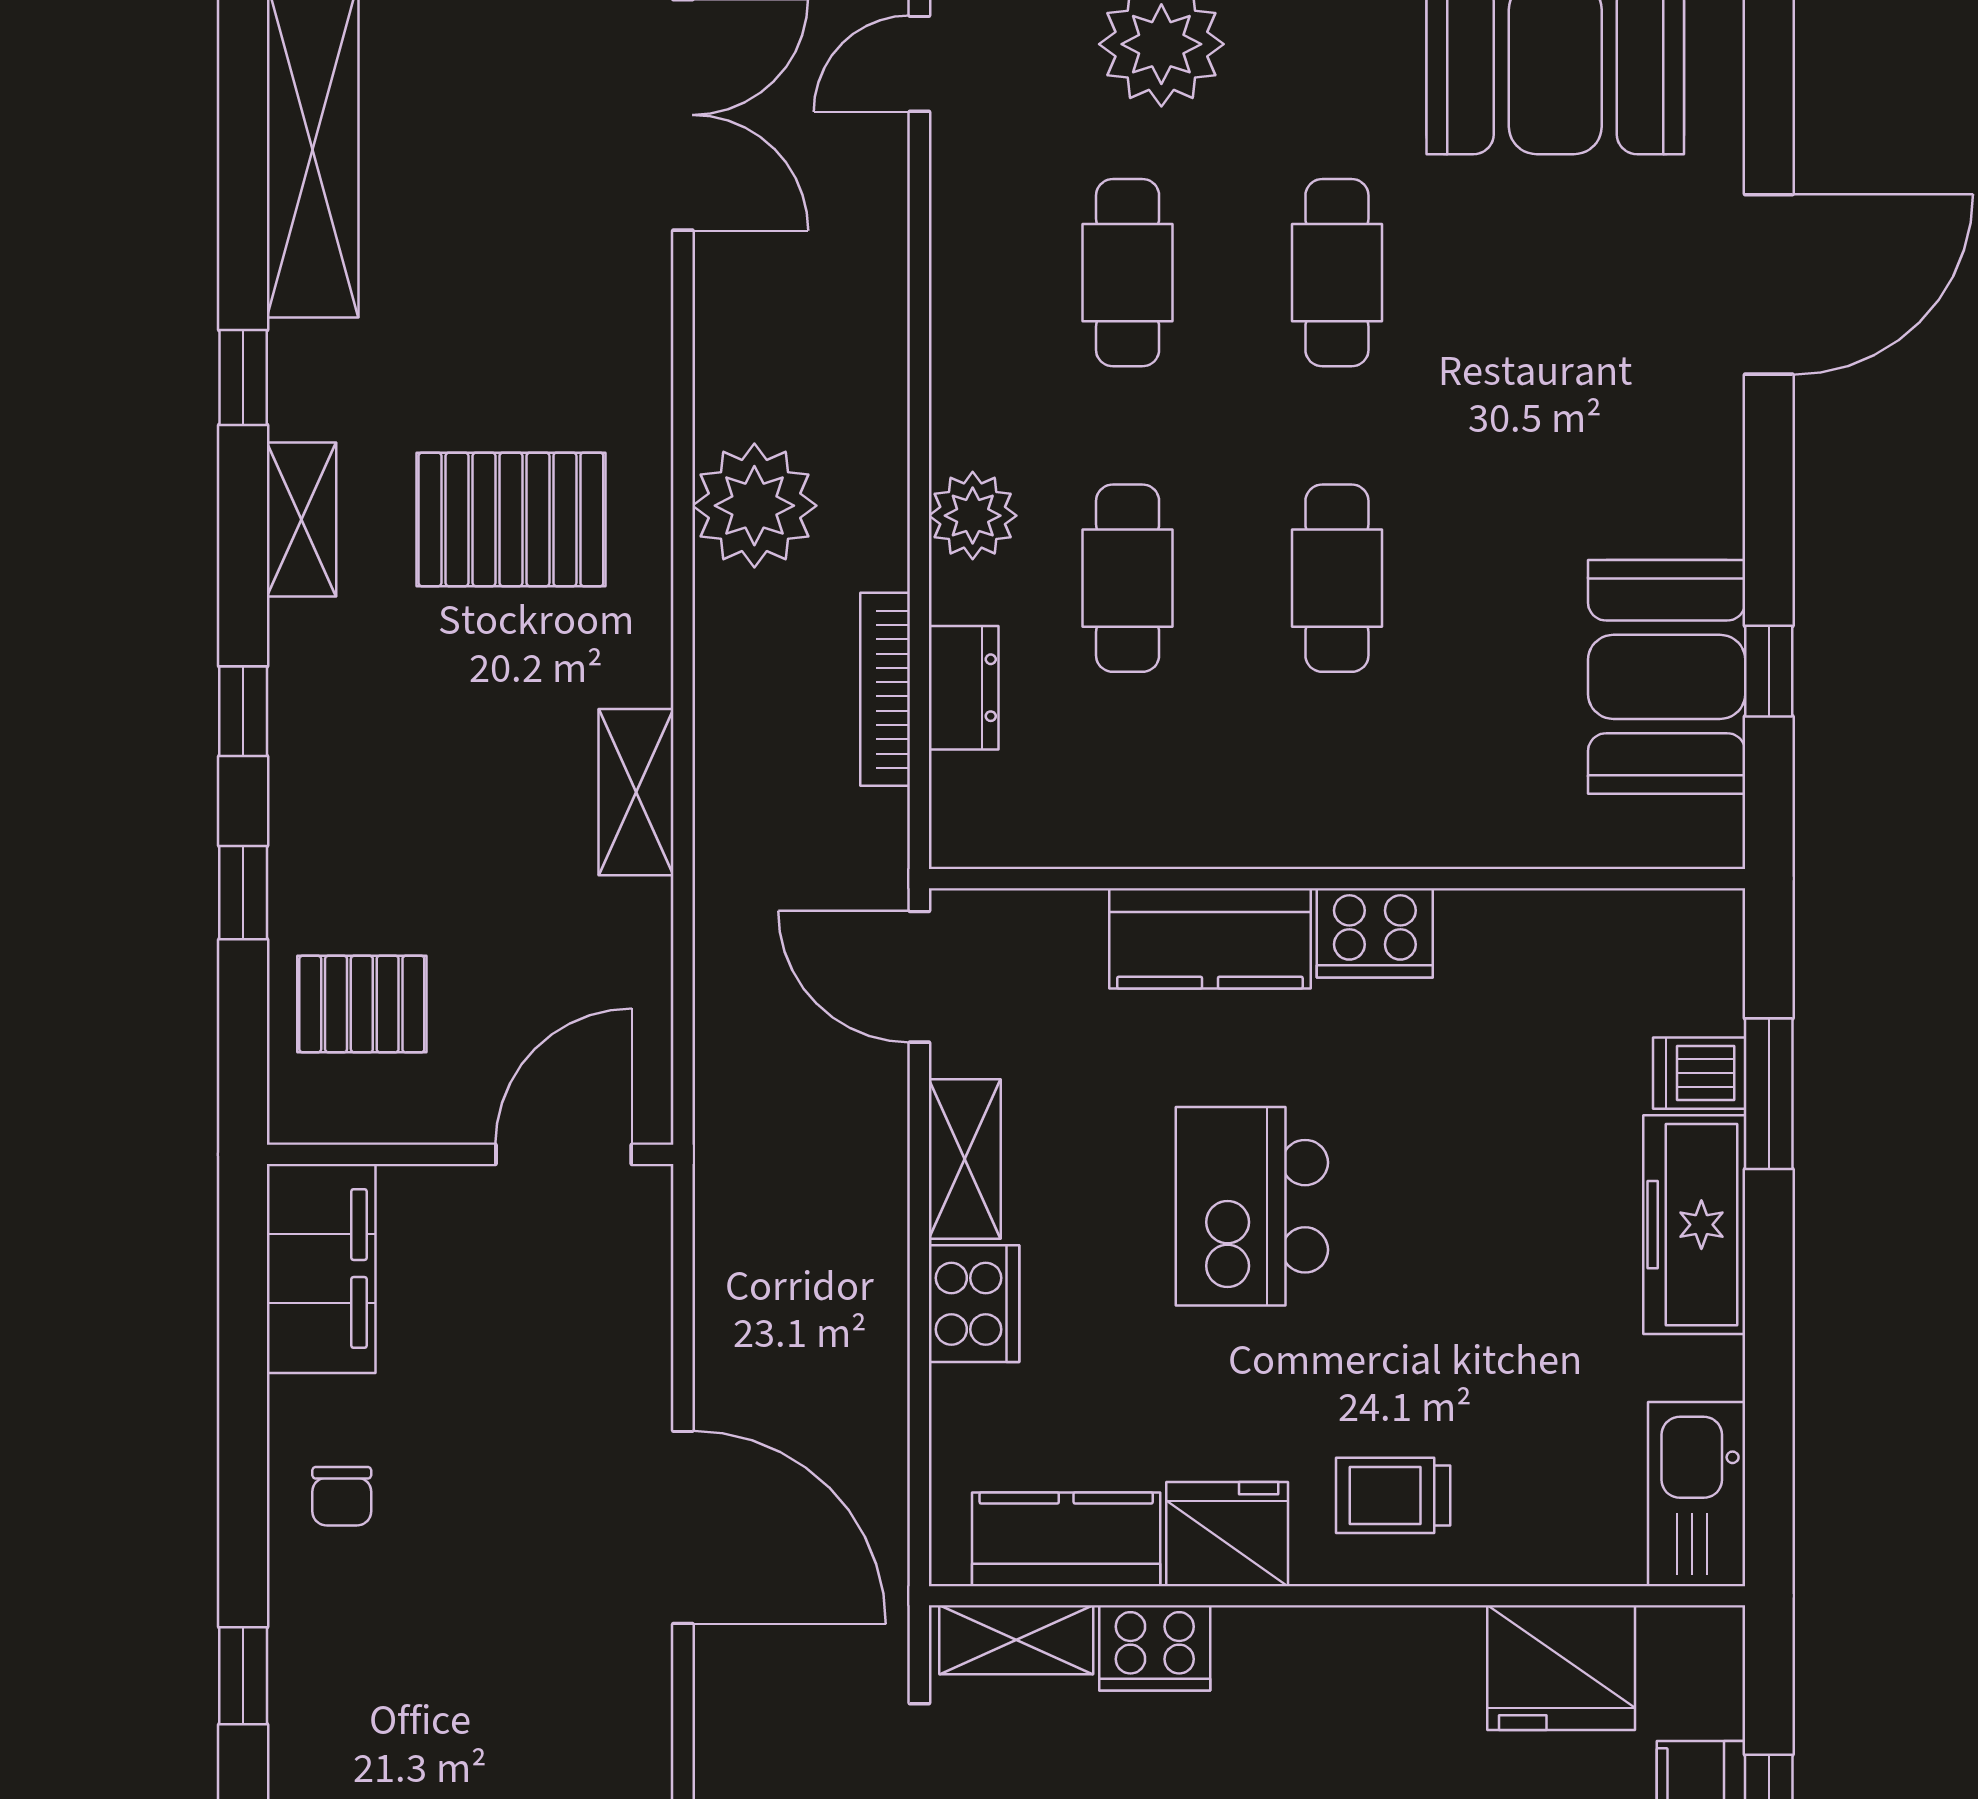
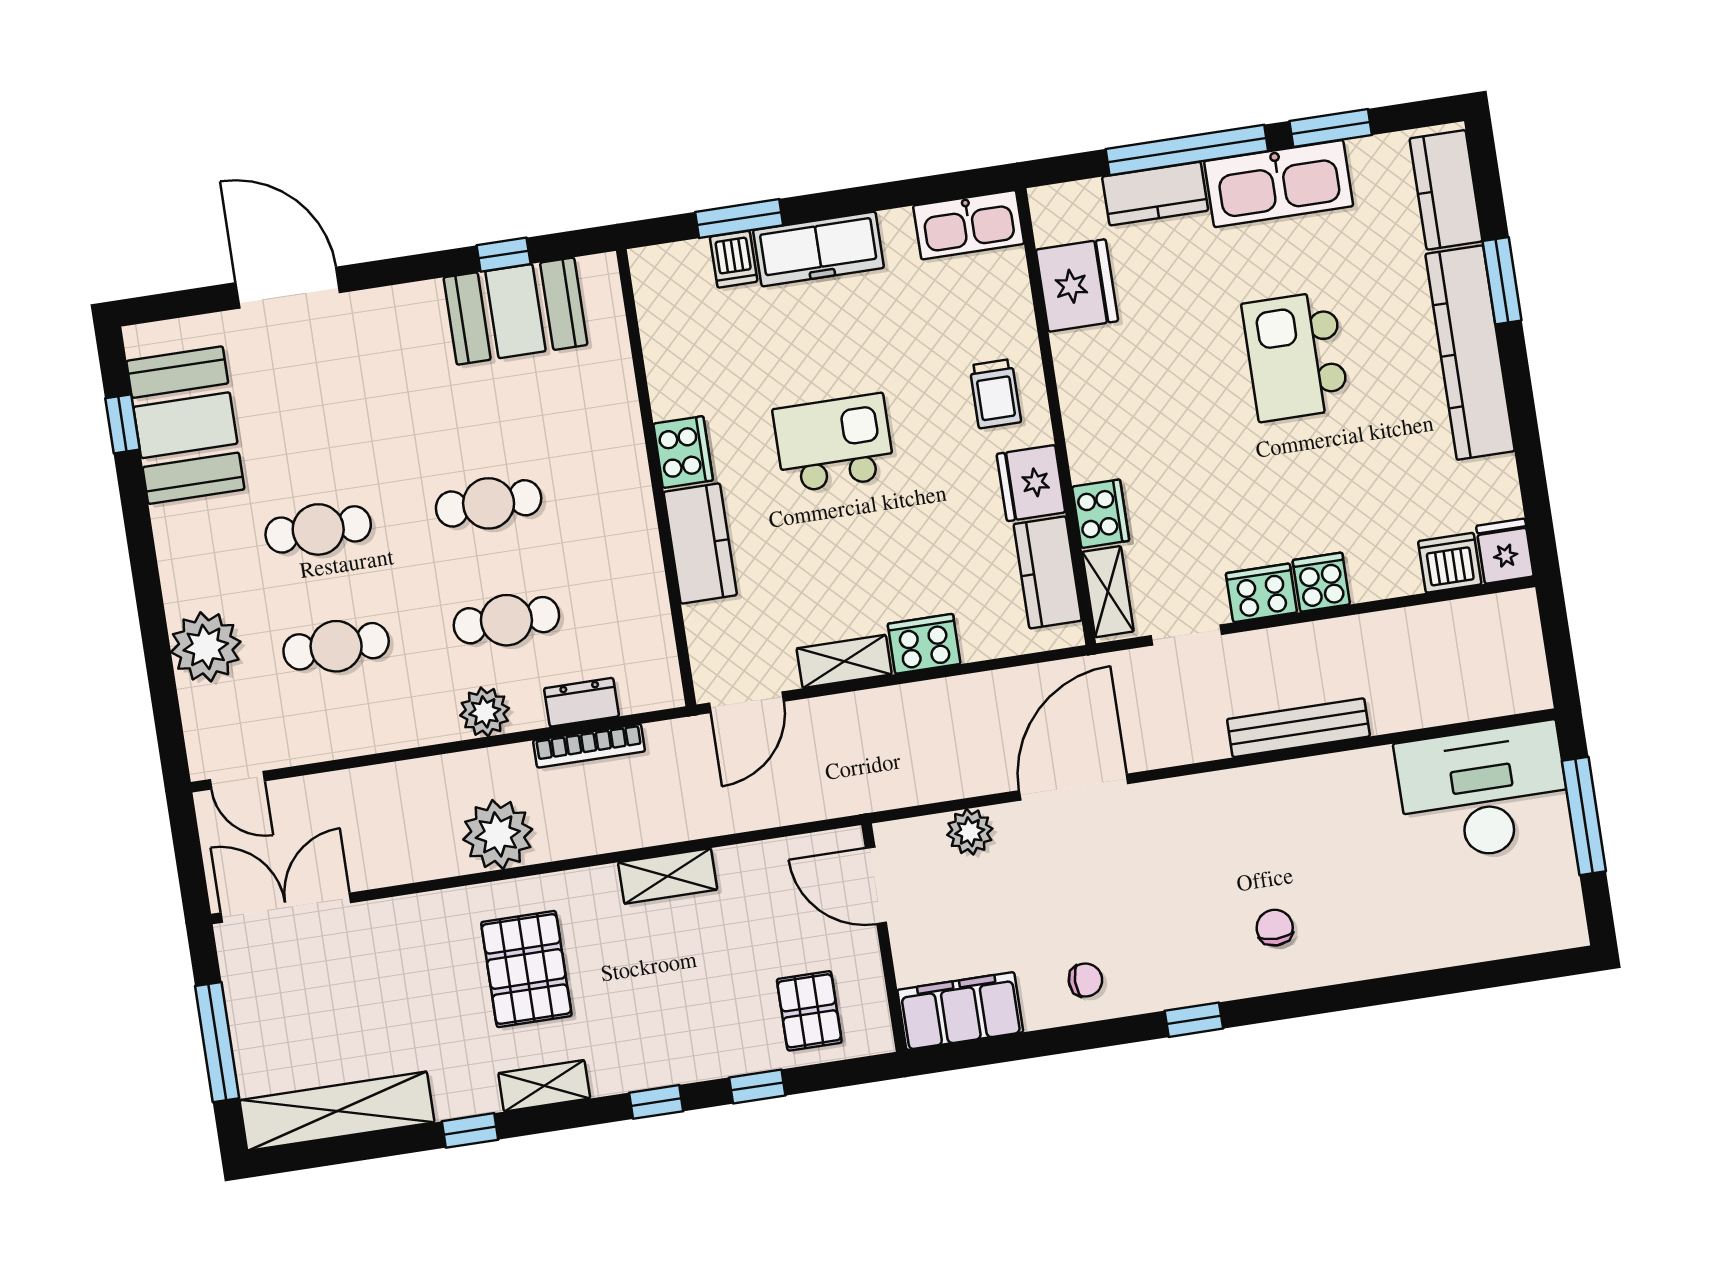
kitchen island: (1252, 1206) -> (834, 443), moved, turned 180
plant: (633, 1333) -> (970, 832), added

